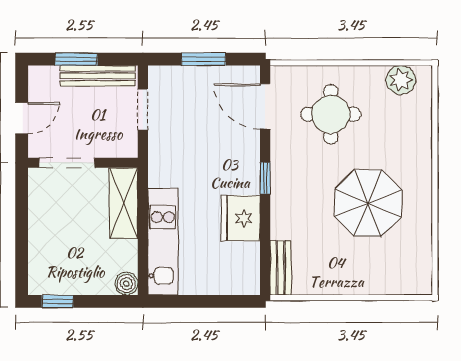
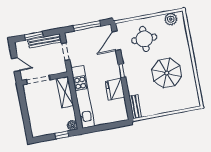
window: (204, 59) -> (87, 26), width x1.44
door: (265, 106) -> (116, 41), hinge flipped
door: (22, 118) -> (16, 65), hinge flipped
kitchen unit: (163, 242) -> (83, 97), width x1.36
window: (58, 301) -> (62, 135), moved

